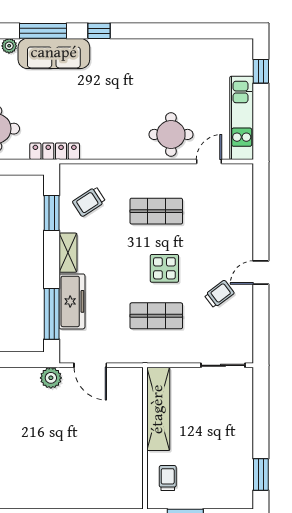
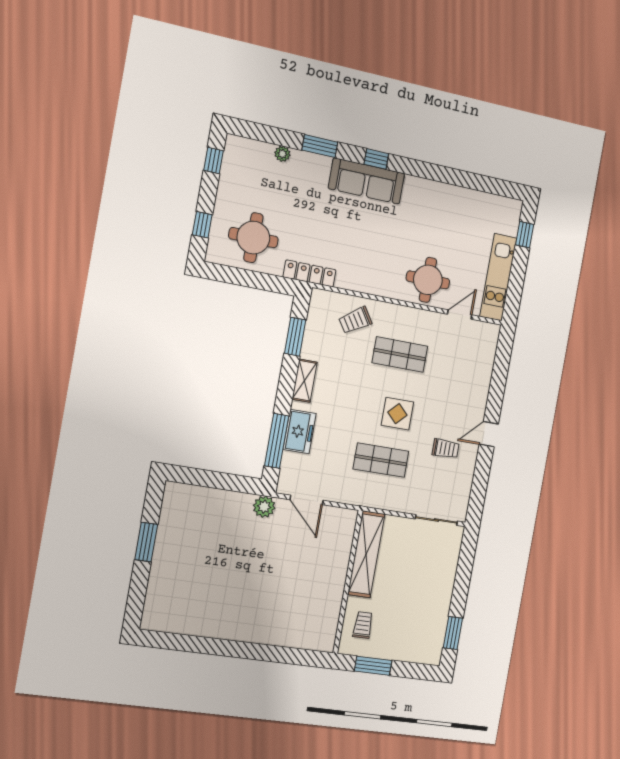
window: (43, 31) -> (320, 146), width x0.69
sofa: (54, 53) -> (367, 181), moved
trolley: (89, 202) -> (355, 320), moved
trolley: (219, 294) -> (446, 449), turned 37
freezer: (72, 301) -> (300, 432), width x0.71

